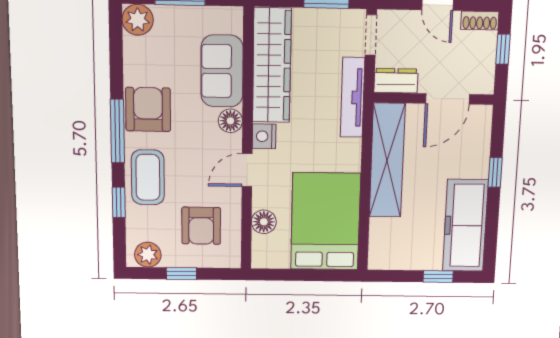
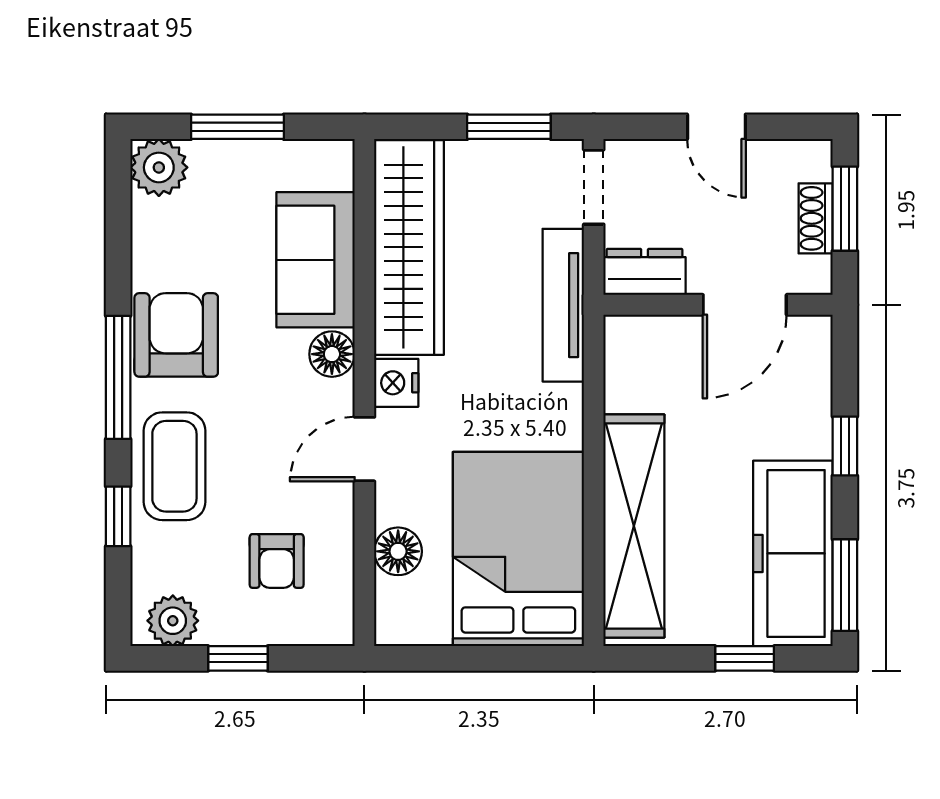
shoe rack: (480, 21) -> (816, 218), moved, turned 90
window: (503, 49) -> (845, 209), width x1.50
shelving: (387, 160) -> (634, 526), moved
armchair: (201, 226) -> (277, 561), width x0.72, depth x0.72
window: (491, 241) -> (845, 585), added

